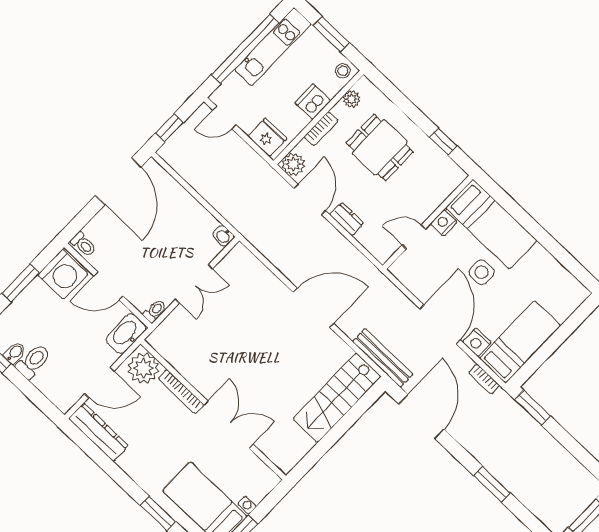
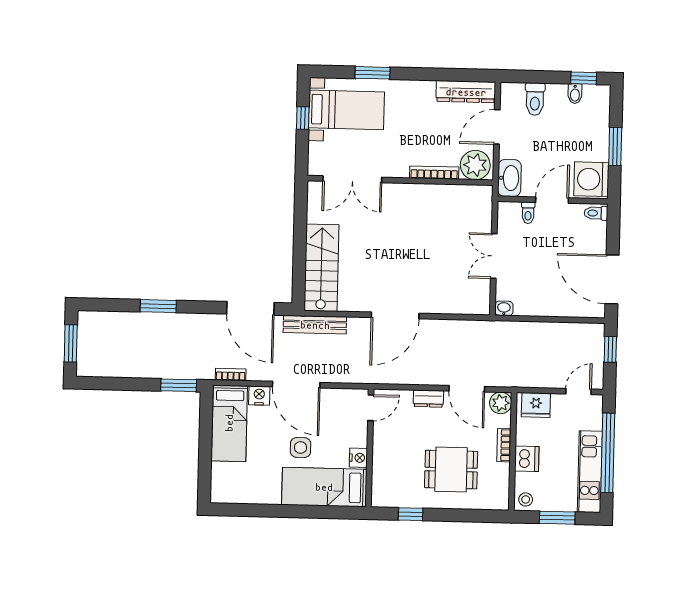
plant: (352, 99) -> (501, 485), removed
door: (414, 237) -> (371, 408), moved
toilet: (155, 311) -> (528, 213), moved
toilet: (33, 361) -> (535, 99), moved
double door: (229, 425) -> (352, 179), moved

